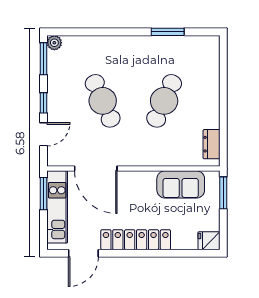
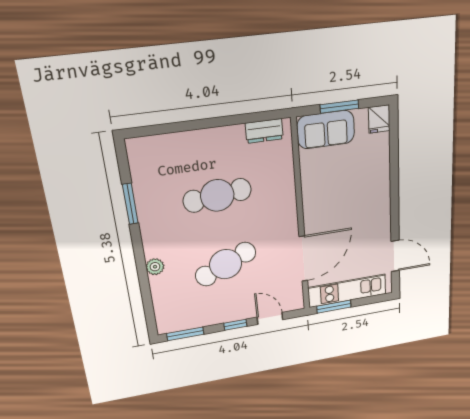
plant: (54, 43) -> (155, 267), moved
cafe table: (164, 101) -> (217, 195), turned -30
sofa: (181, 184) -> (326, 130), moved, turned 90
window: (223, 193) -> (339, 107), moved
locker: (136, 240) -> (380, 203), removed

